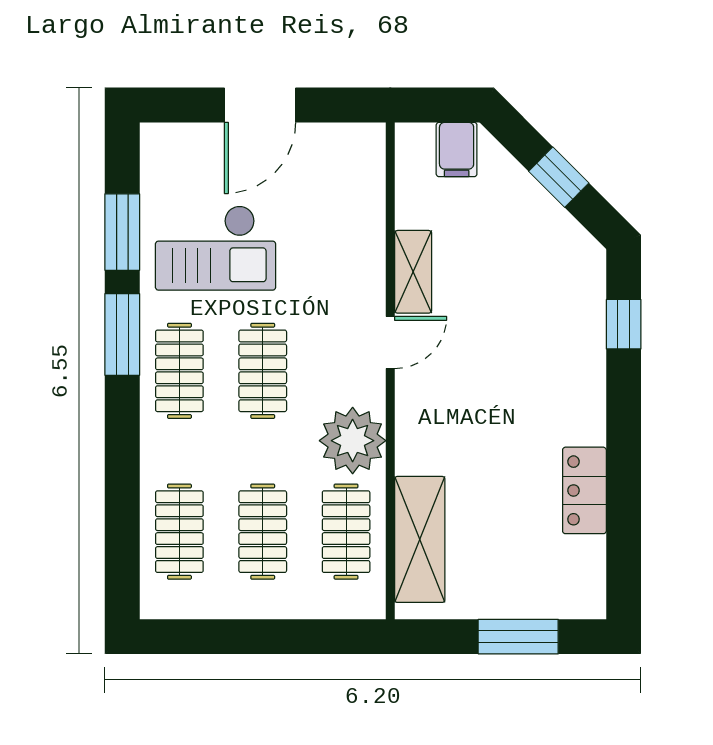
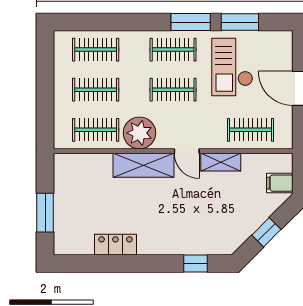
clothes rail: (346, 210) -> (251, 130), added
shelving: (420, 539) -> (144, 165), moved

